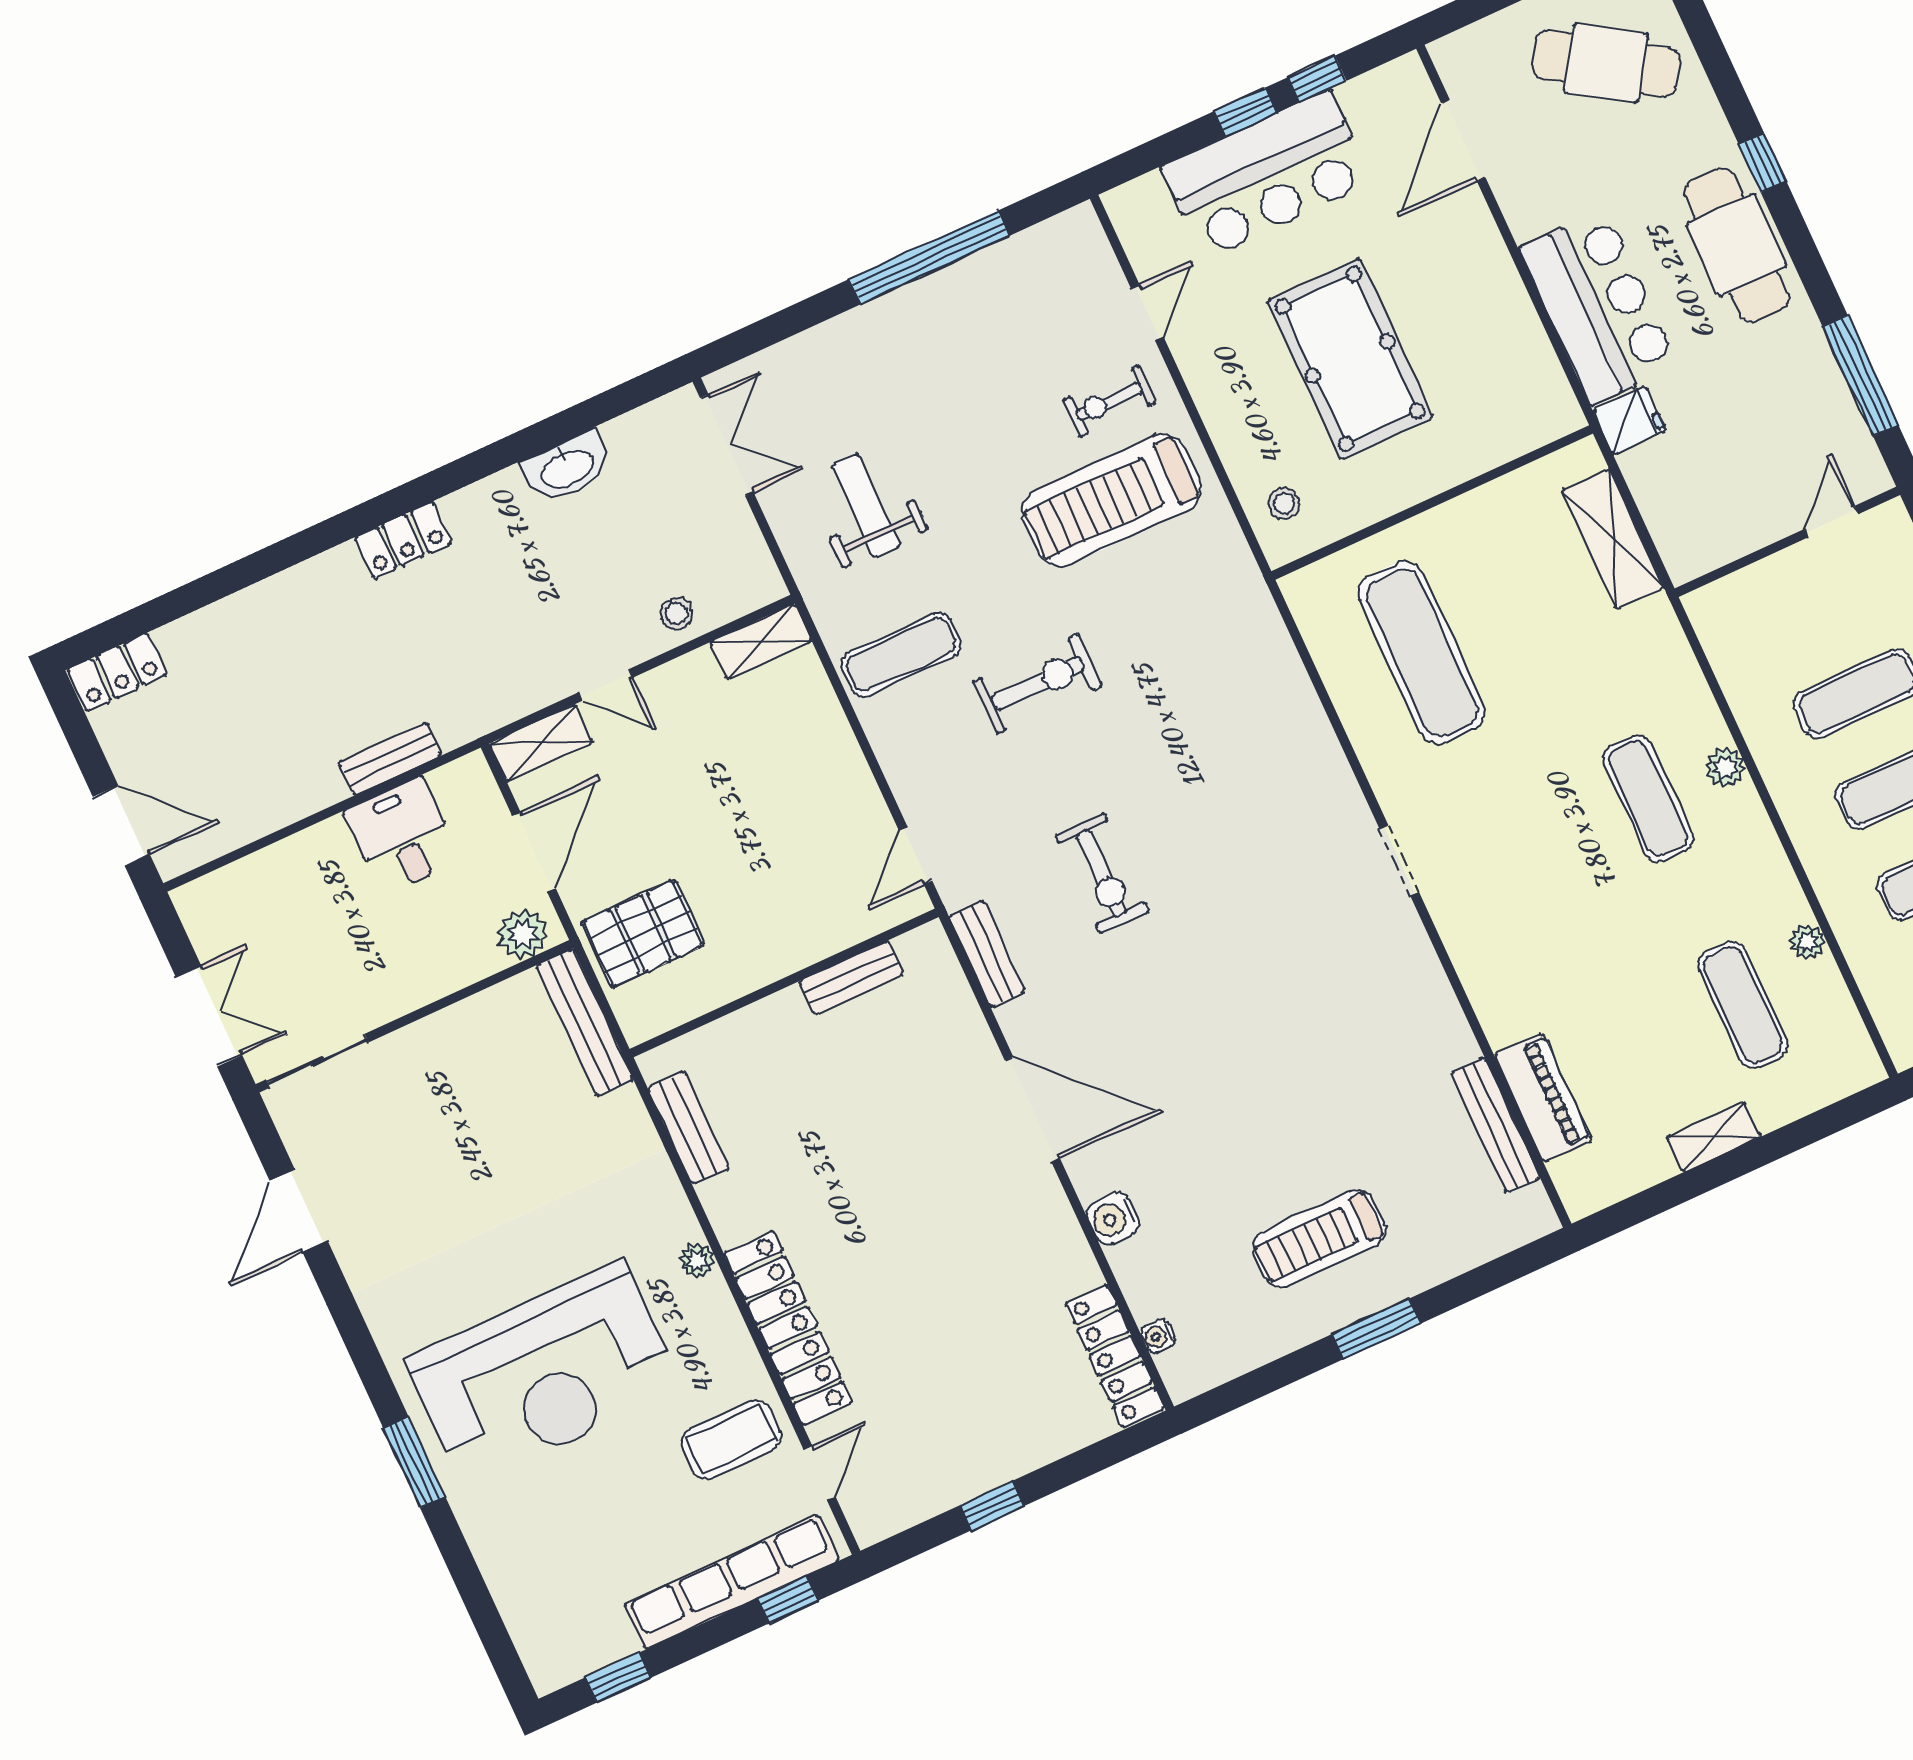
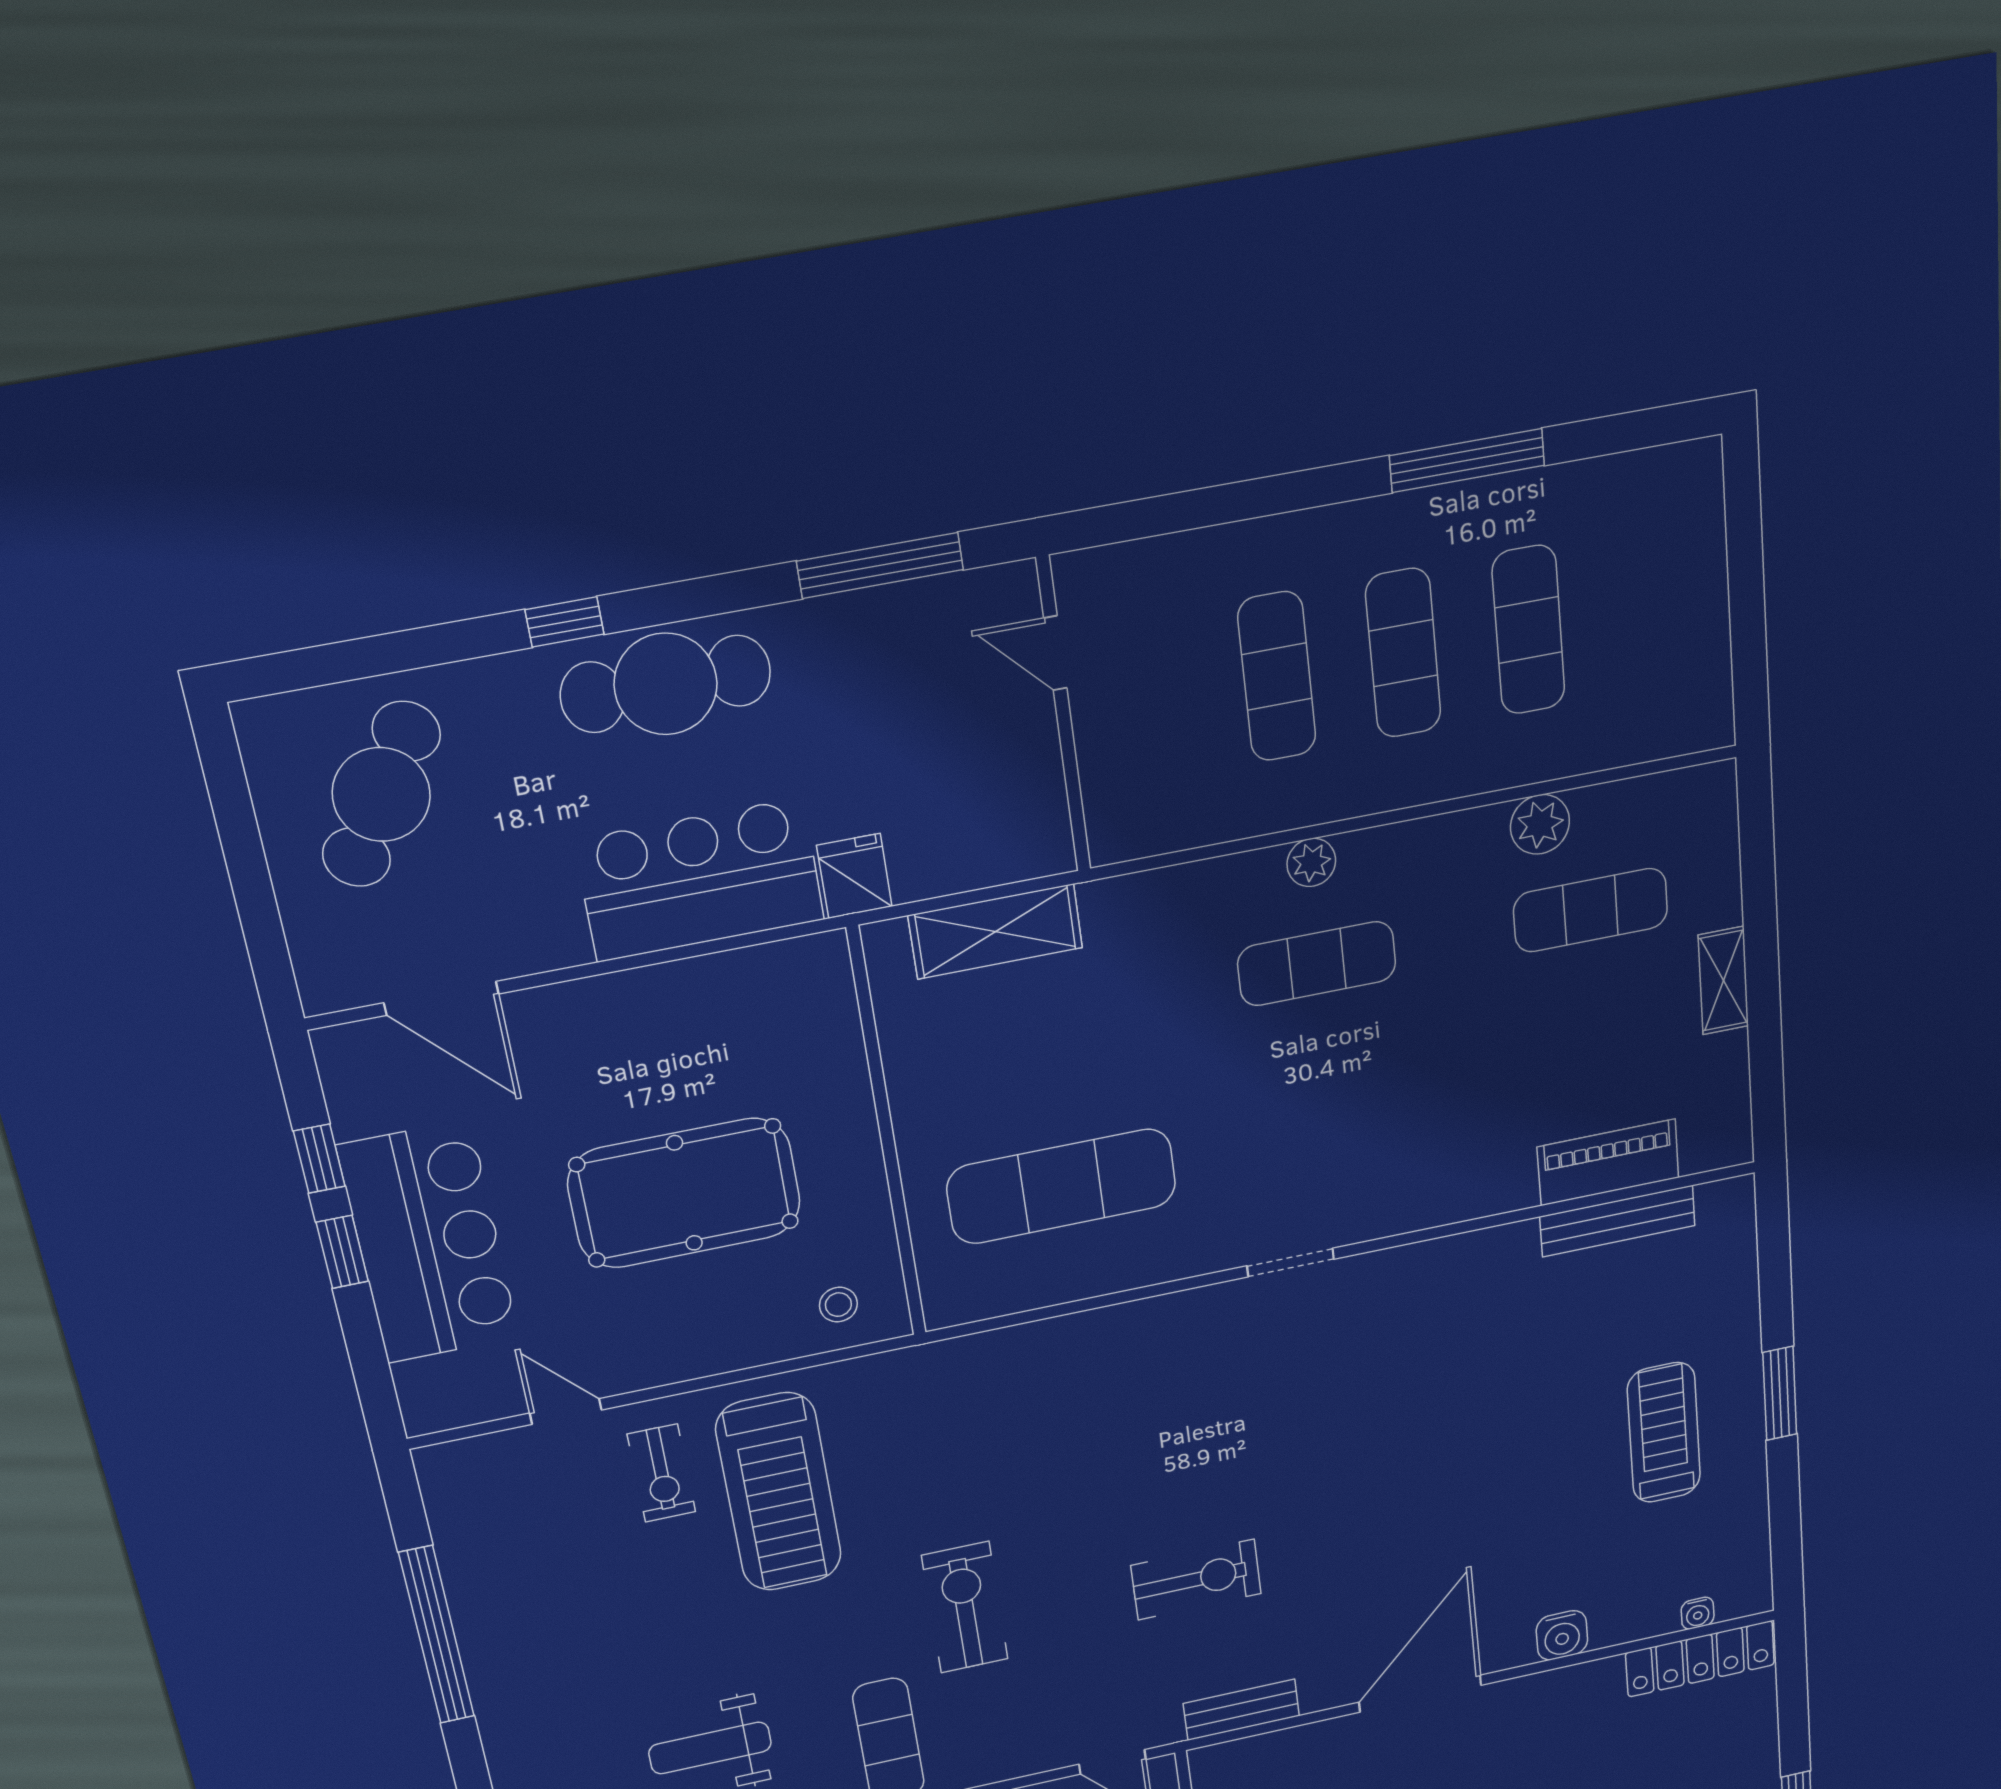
plant: (1808, 942) -> (1540, 824), width x1.38, depth x1.38
treadmill: (1319, 1238) -> (1664, 1433), turned 180

